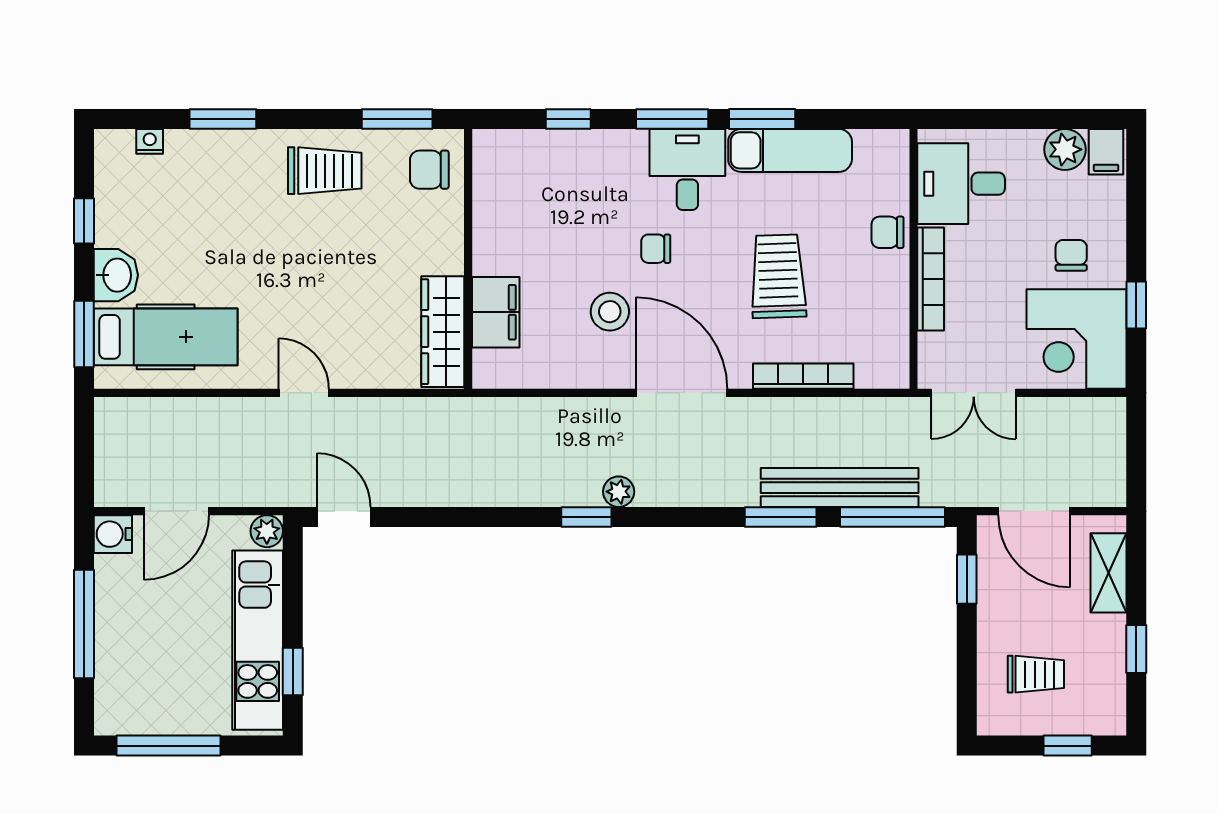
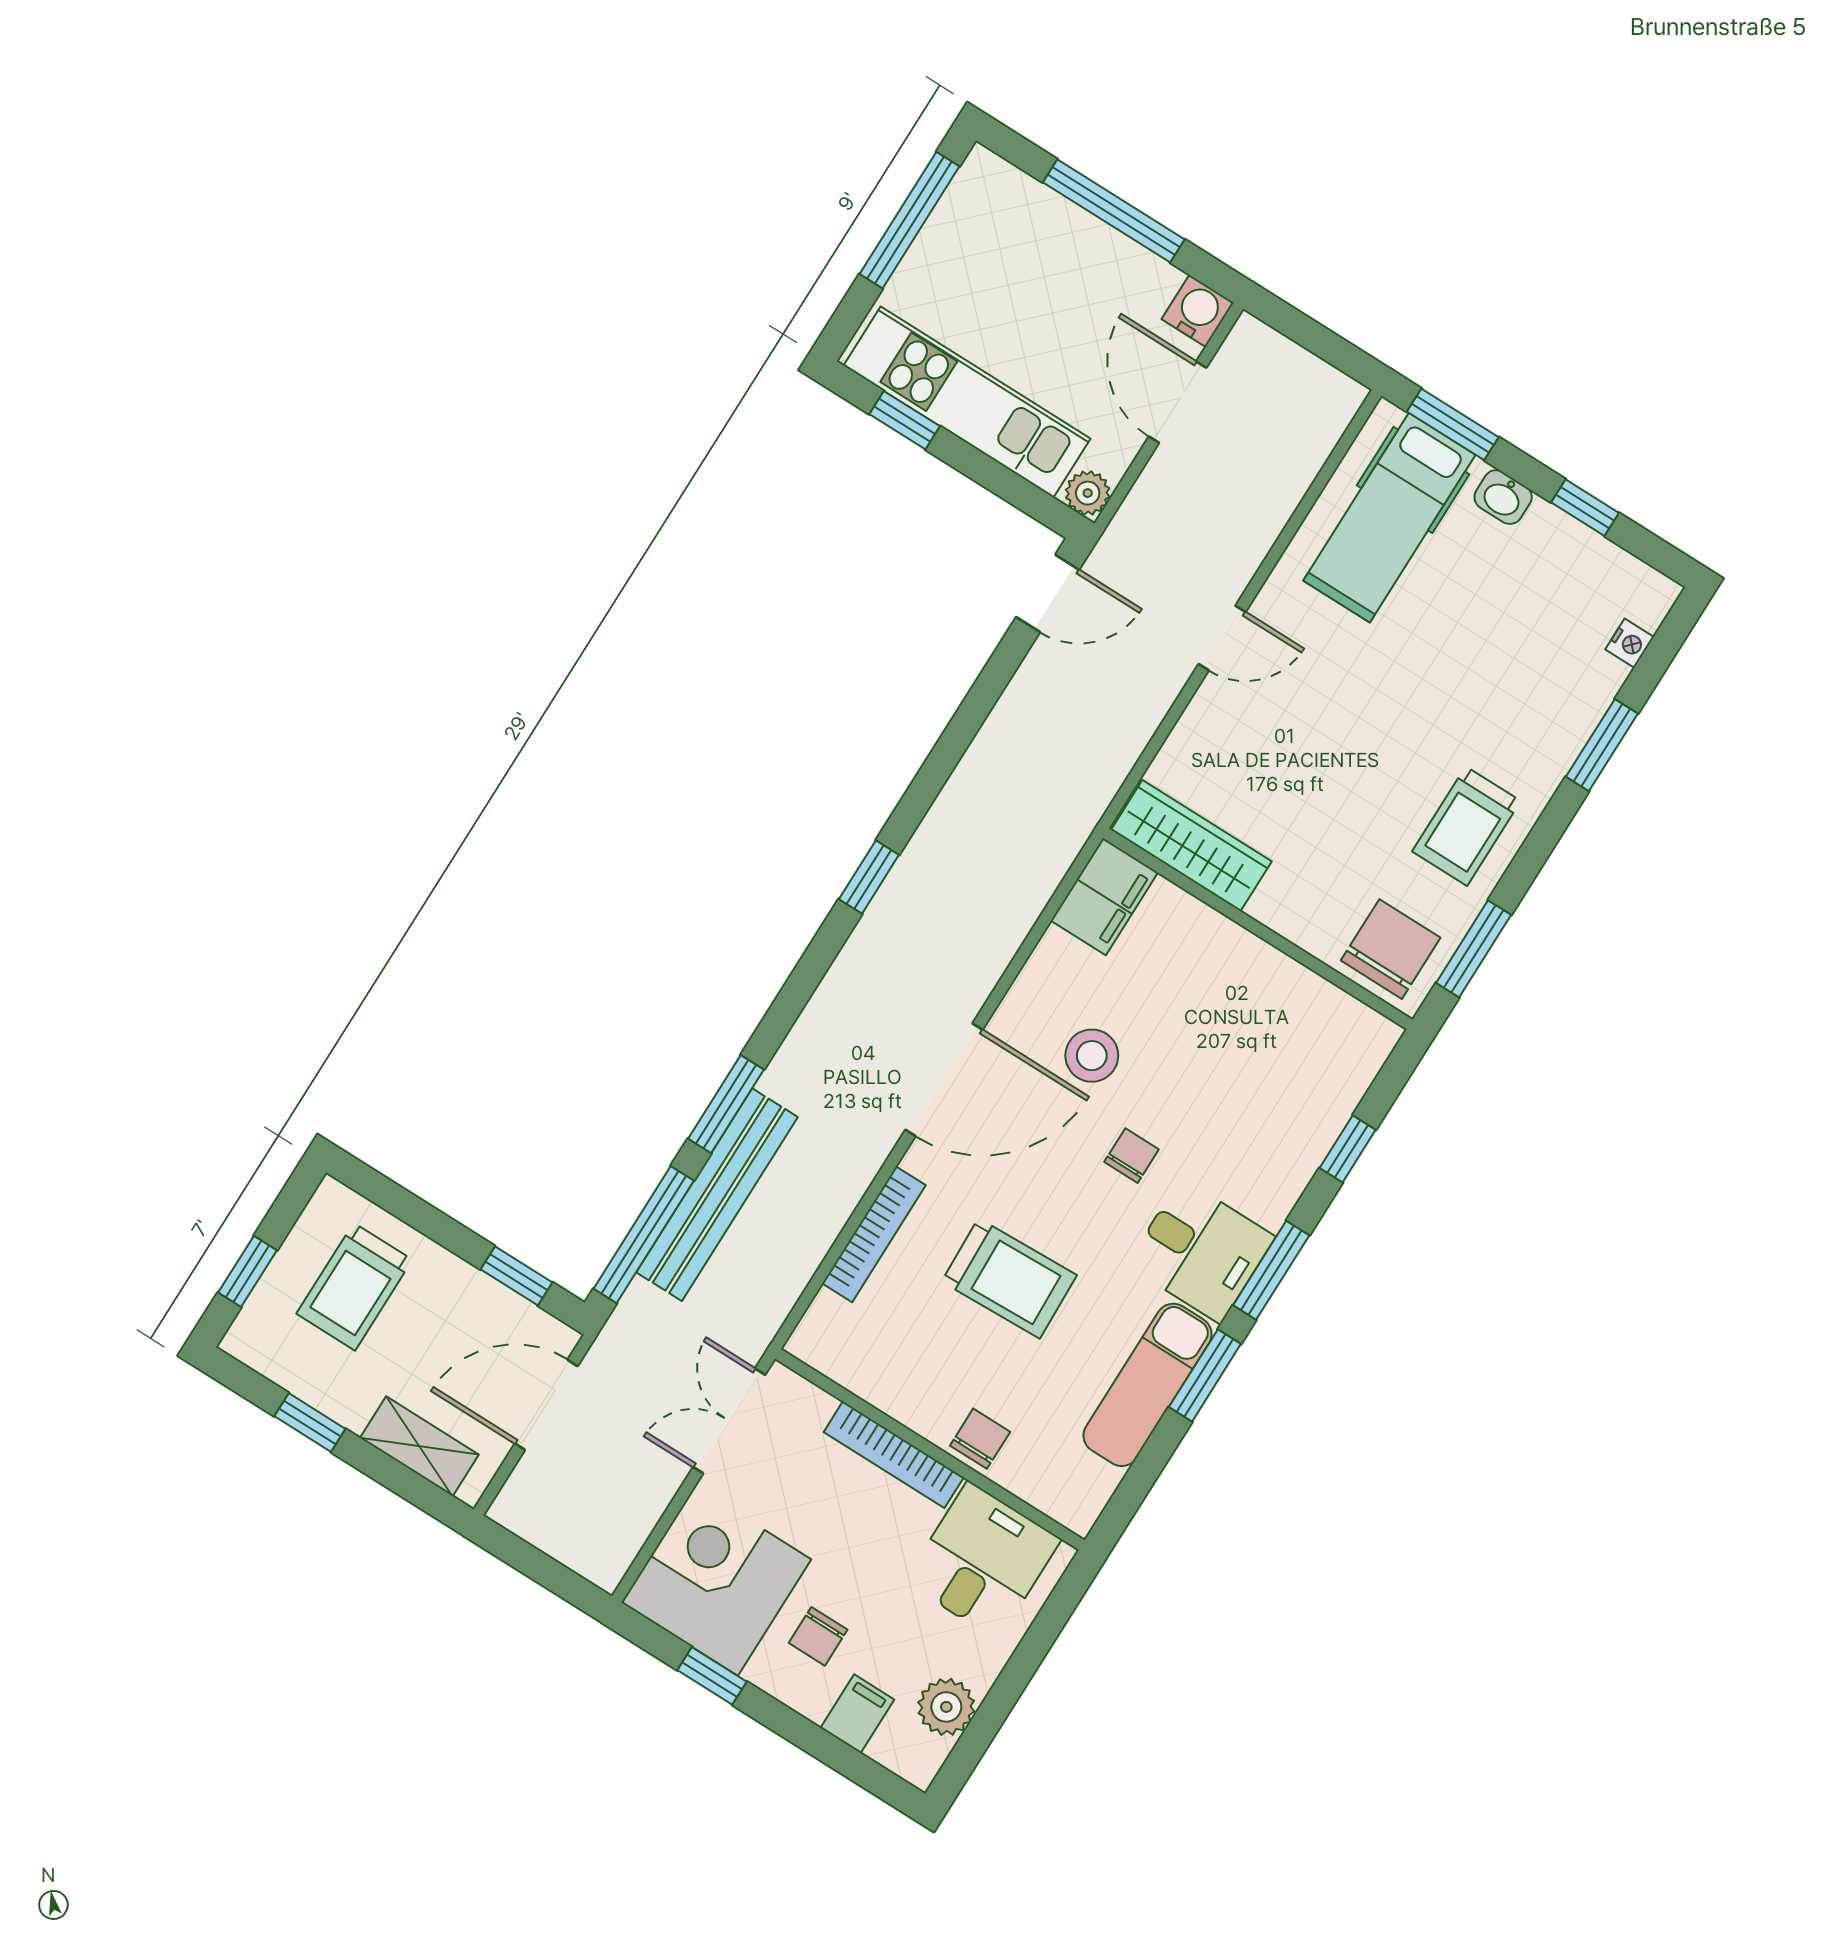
filing cabinet: (1106, 152) -> (857, 1714), moved, turned 90
chair: (429, 170) -> (1391, 949), width x1.37, depth x1.37
chair: (1071, 255) -> (818, 1636), turned 90
washbasin: (116, 275) -> (1503, 497), width x0.72, depth x0.69
filing cabinet: (496, 312) -> (1104, 896), moved, turned -90
plant: (619, 492) -> (875, 933), removed
trolley: (1036, 674) -> (354, 1287), width x1.36, depth x1.39

